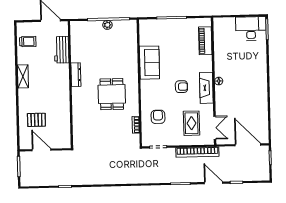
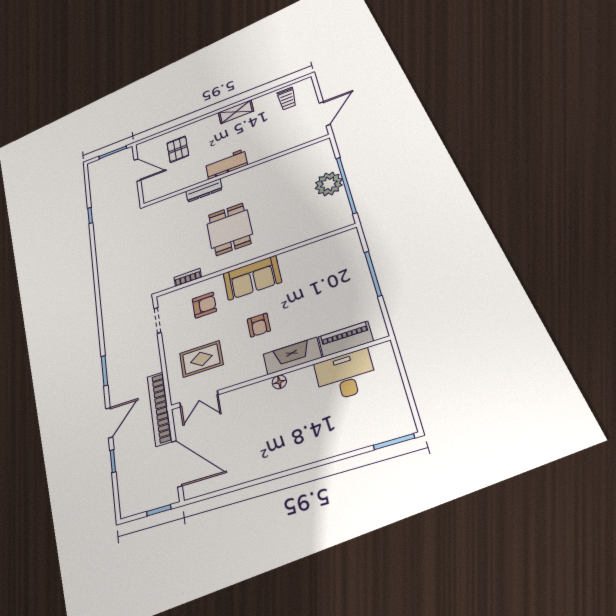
plant: (107, 25) -> (329, 184), width x1.87, depth x1.87
desk: (251, 29) -> (345, 375), moved, turned -90
workbench: (62, 50) -> (226, 164), moved
sofa: (149, 63) -> (252, 278), moved
dresser: (76, 75) -> (204, 190), moved
fireplace: (206, 88) -> (292, 356), moved
dining table: (112, 94) -> (230, 229), turned 90
door: (248, 145) -> (177, 464), hinge flipped
door: (42, 150) -> (137, 170), hinge flipped
bookcase: (197, 152) -> (159, 409), moved

